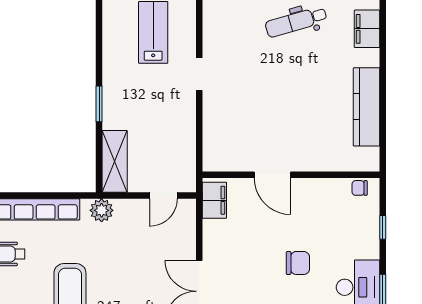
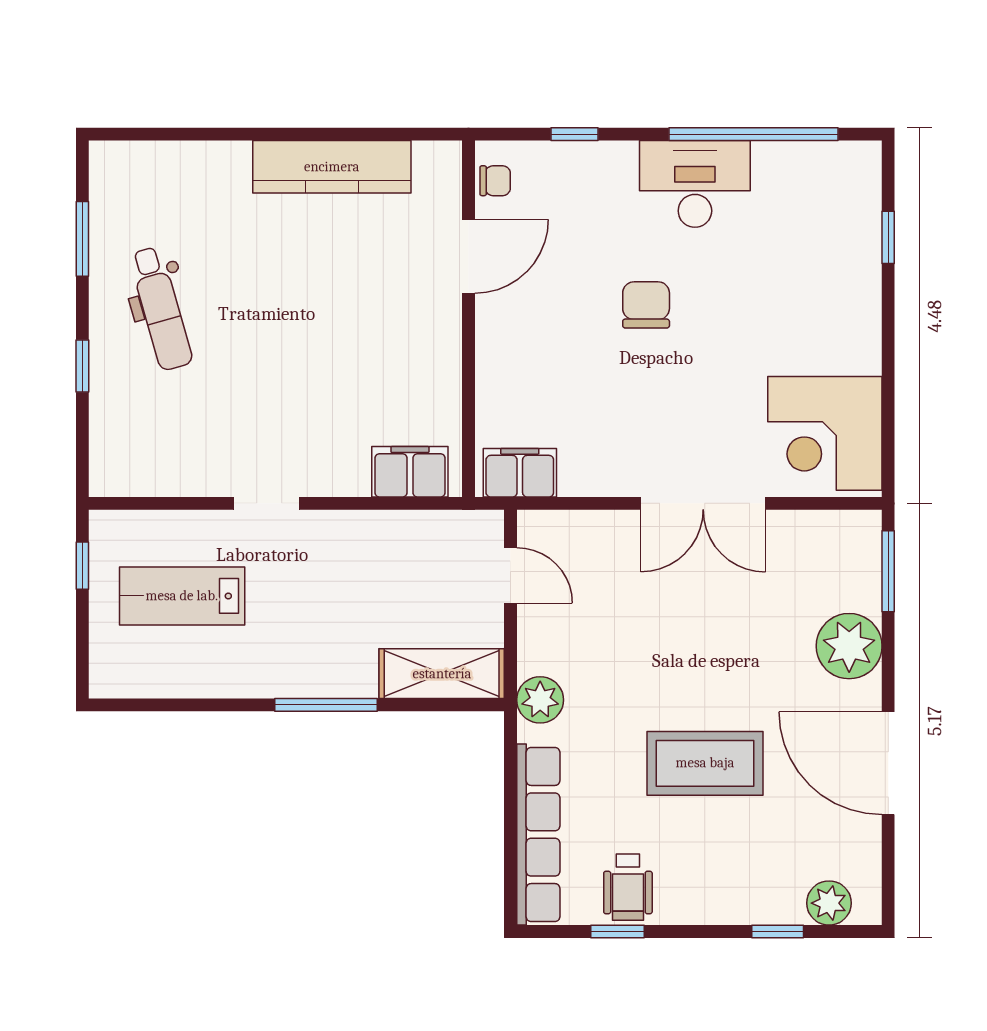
filing cabinet: (367, 29) -> (410, 472), moved, turned 180
window: (99, 104) -> (326, 705), width x1.44
door: (272, 175) -> (469, 256), moved
chair: (360, 188) -> (495, 181), turned -90

